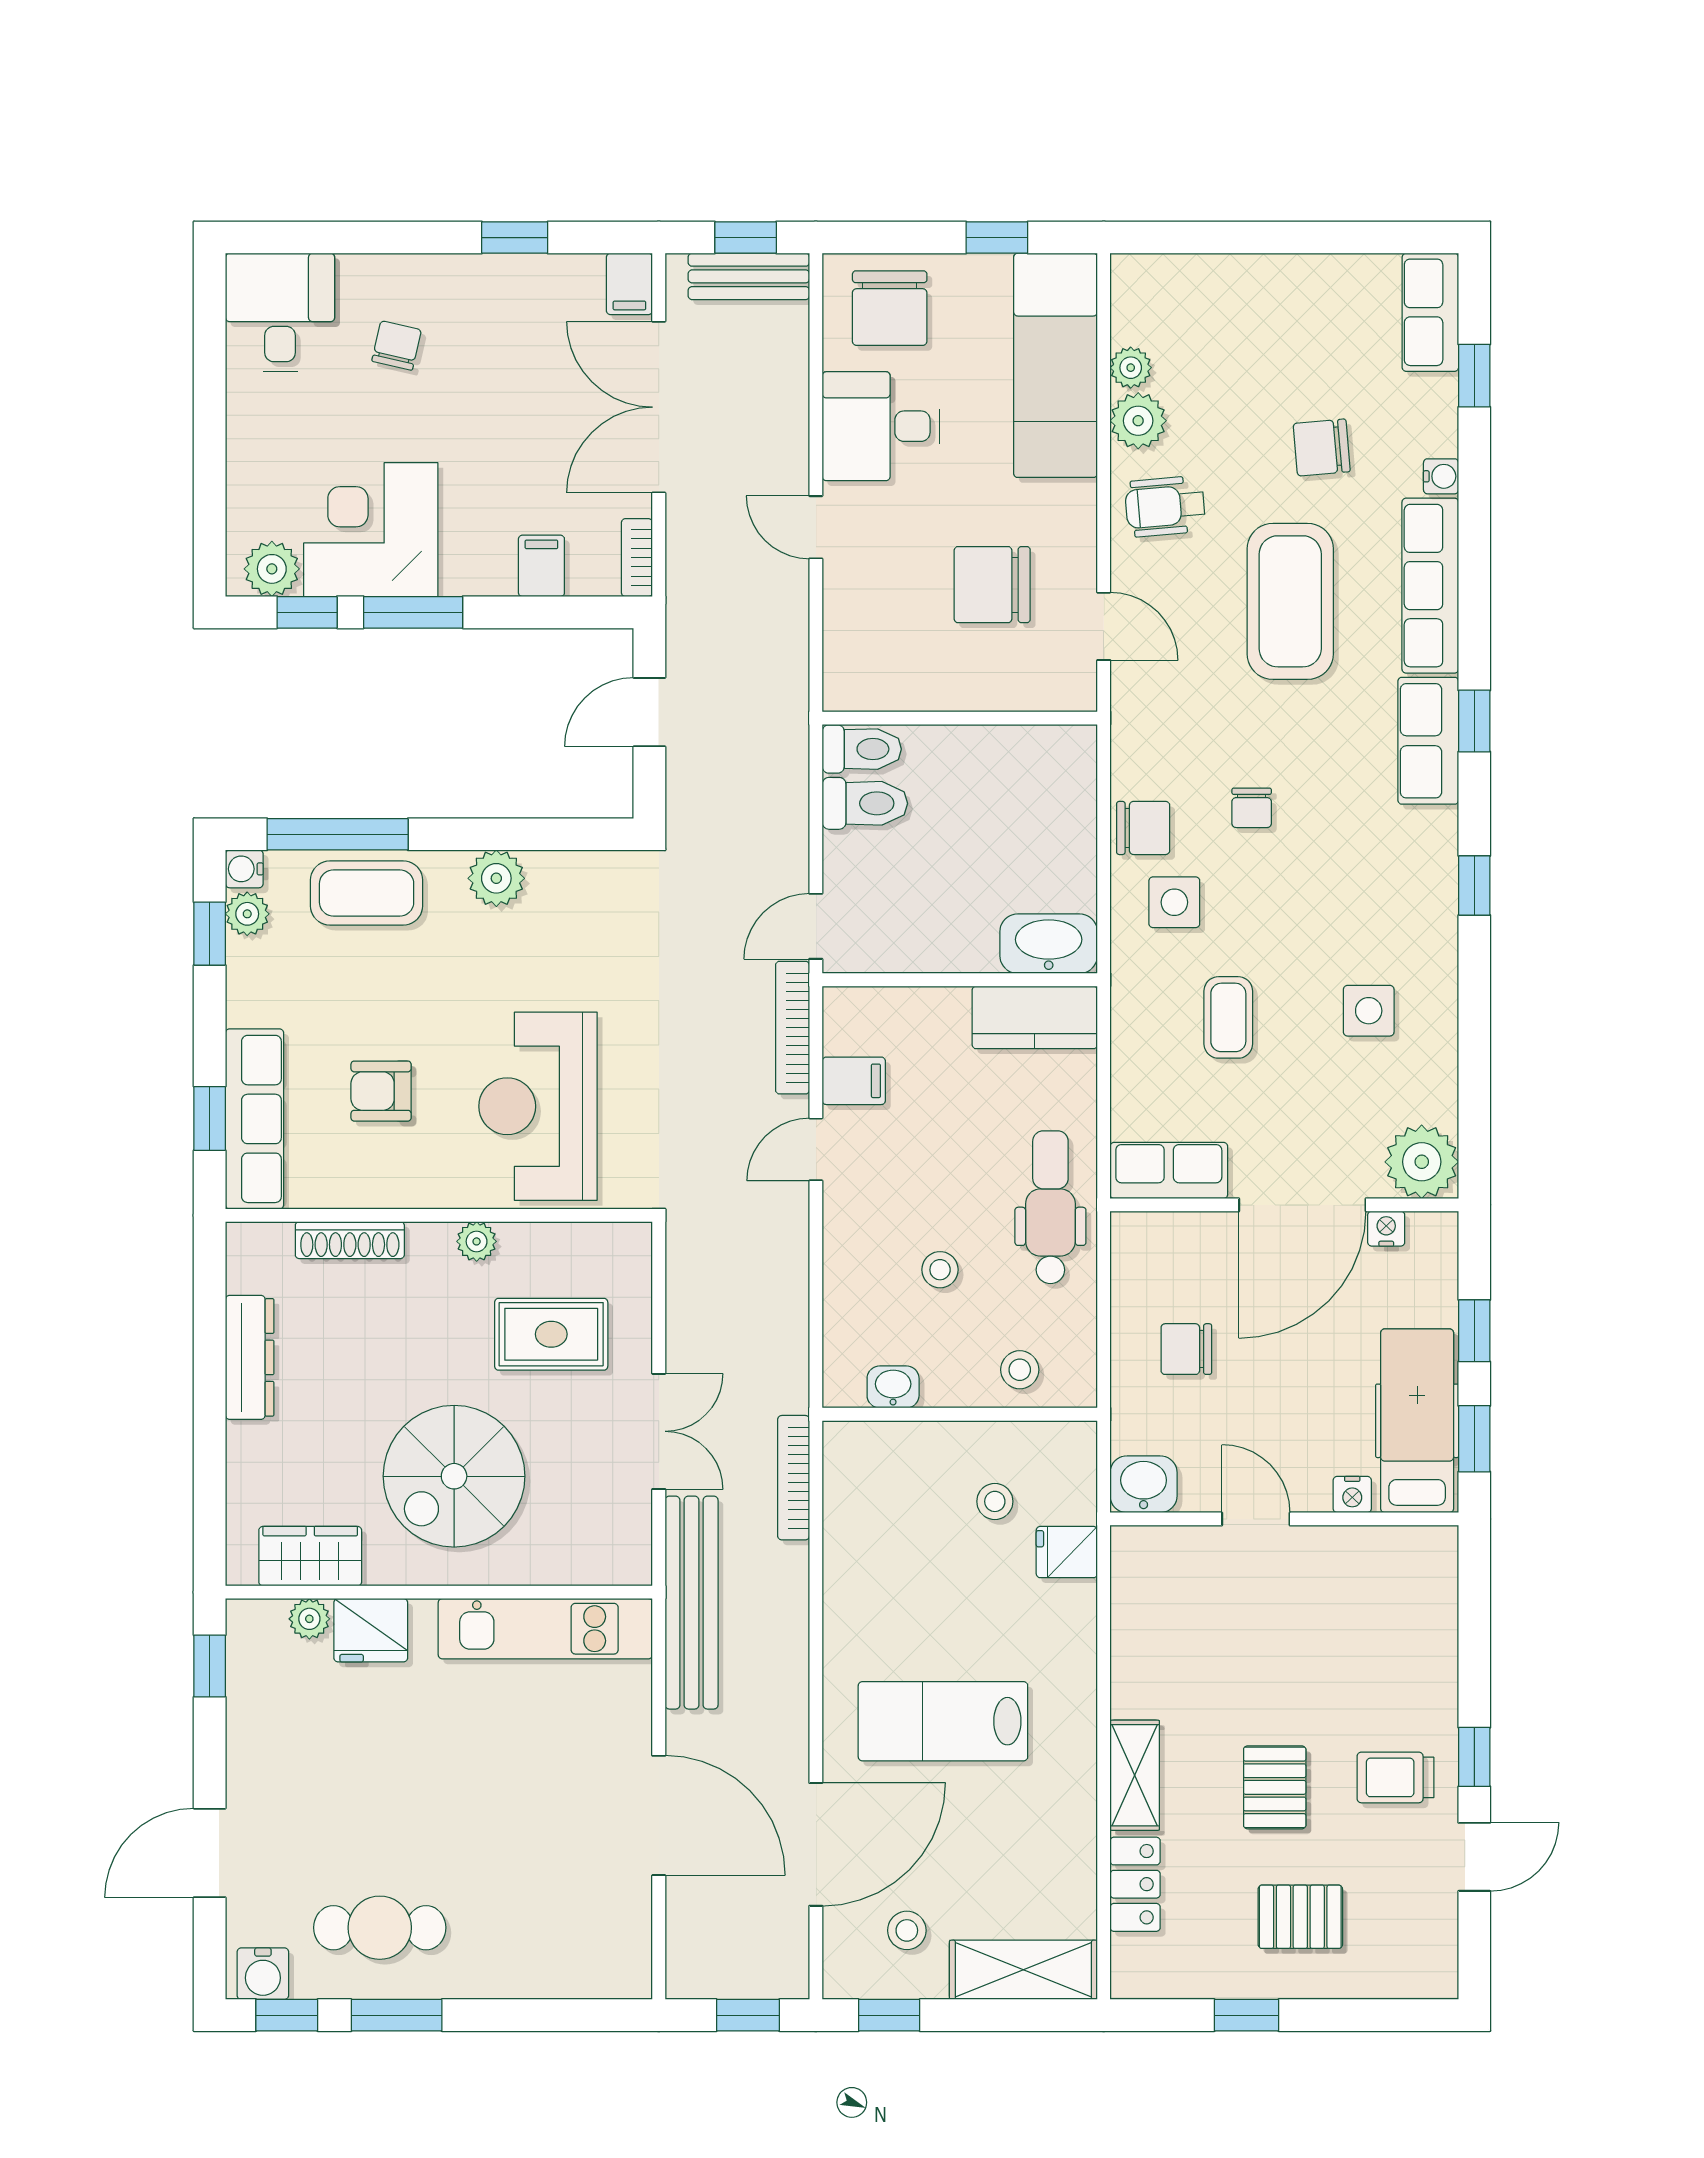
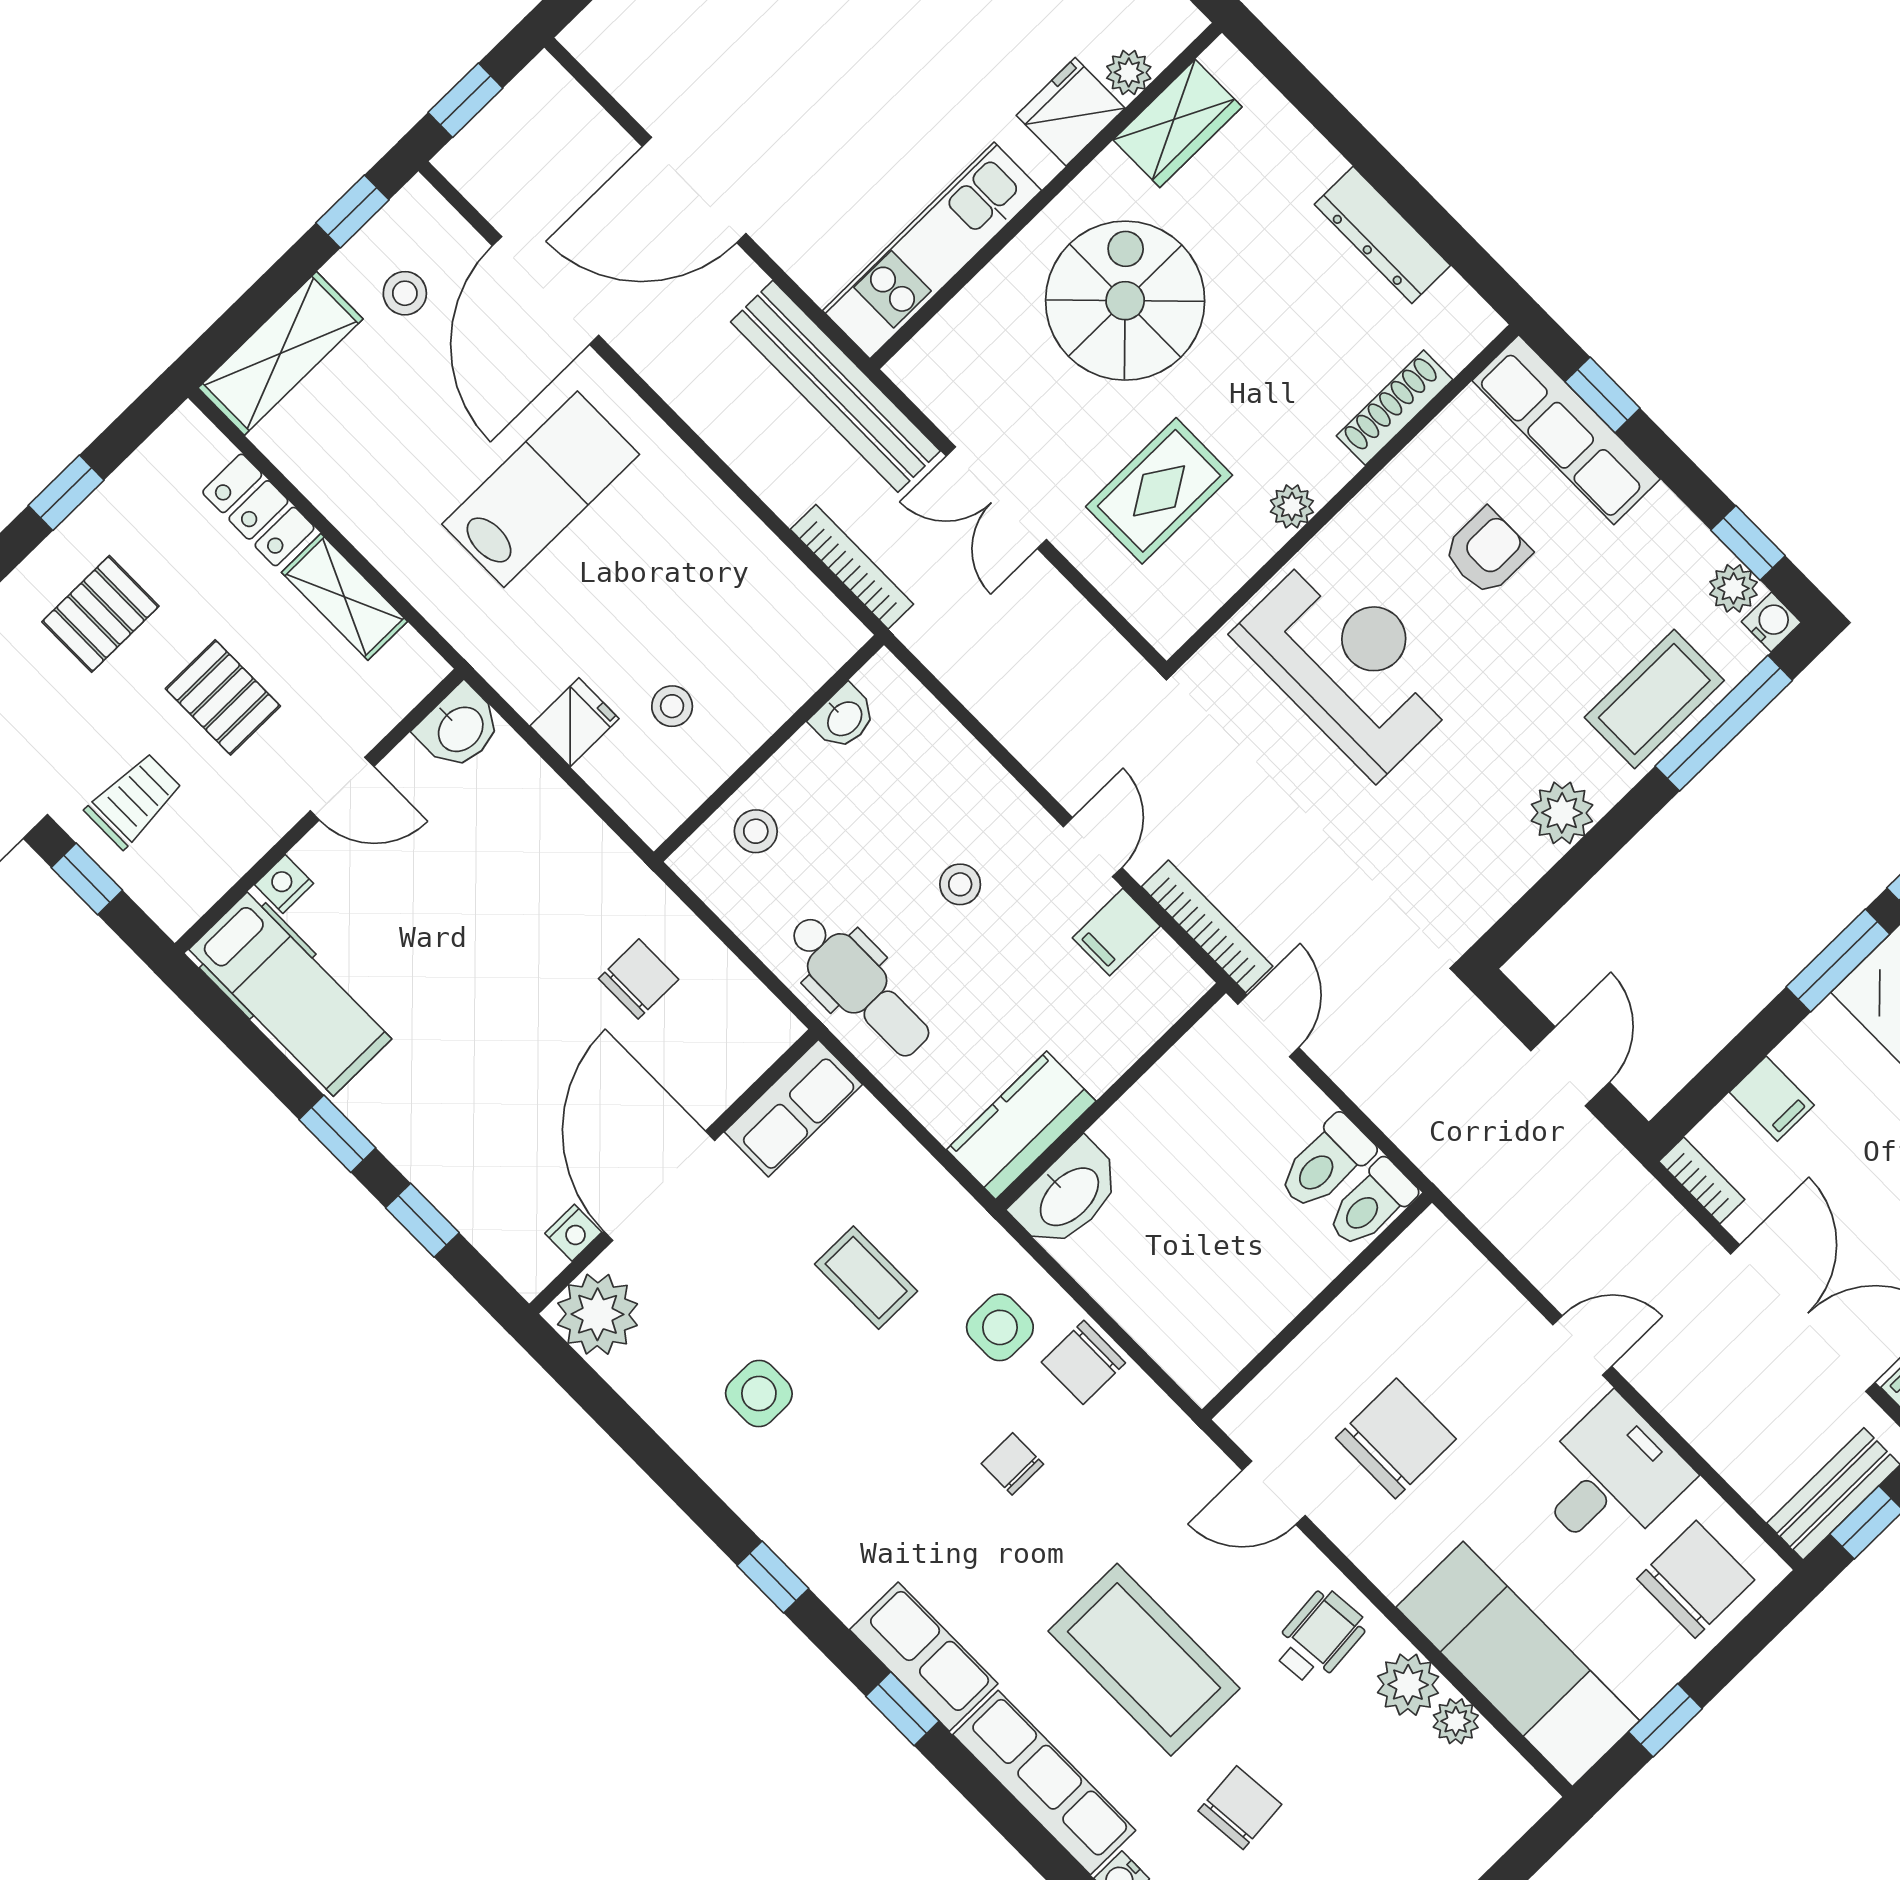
chair: (890, 308) -> (1696, 1579), turned 90
stool: (940, 1270) -> (960, 884), moved
hospital bed: (1417, 1421) -> (290, 994), moved
washbasin: (1144, 1484) -> (459, 728), moved
nightstand: (1352, 1495) -> (284, 884), moved
door: (1256, 1519) -> (342, 789), moved
wall: (1284, 1519) -> (319, 811), moved

